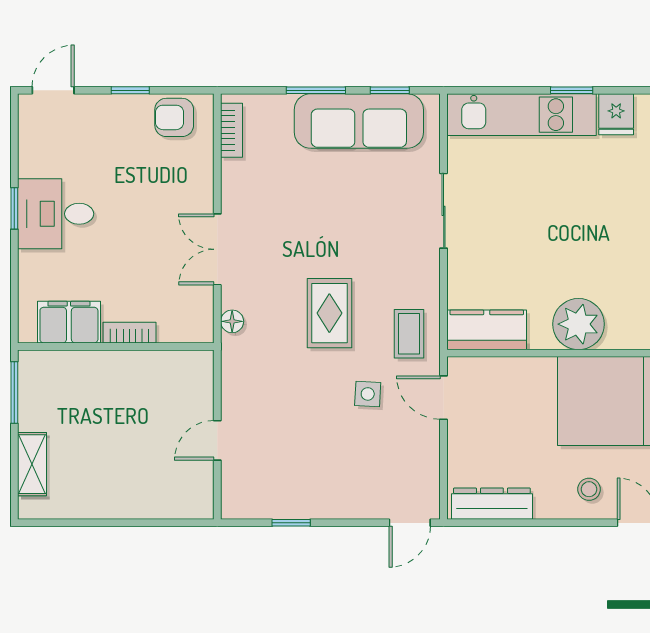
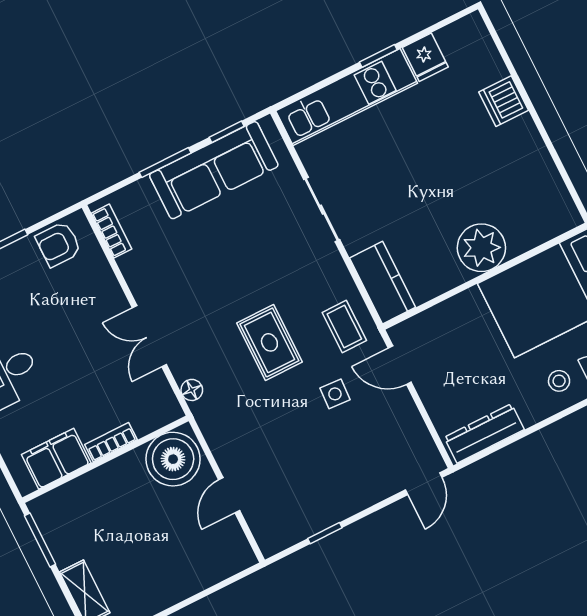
kitchen counter: (487, 330) -> (383, 283), moved, turned 90
boiler: (181, 379) -> (173, 459), added

